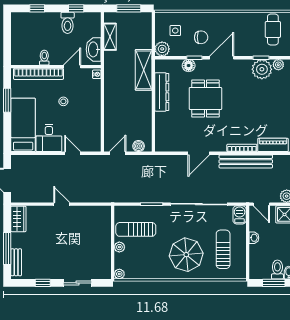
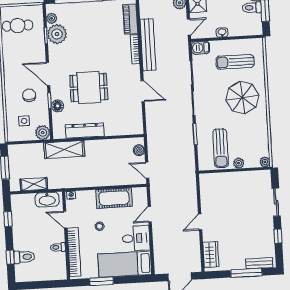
toilet: (68, 23) -> (24, 257), moved
cot: (91, 118) -> (114, 198), added
wardrobe: (18, 219) -> (211, 254), moved, turned 90

